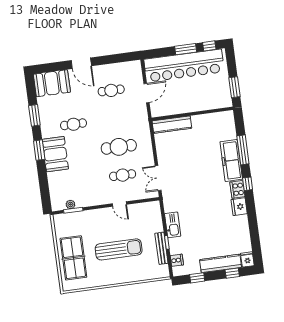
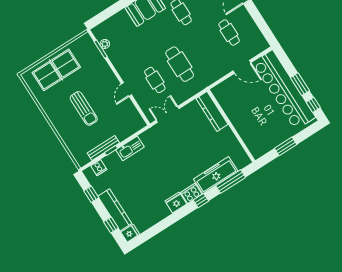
wall: (192, 114) -> (231, 126), moved
kitchen counter: (172, 125) -> (212, 111), moved
sun lounger: (119, 249) -> (84, 108), width x0.73, depth x0.75

